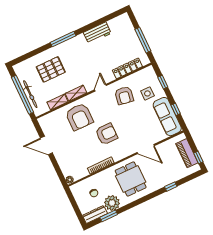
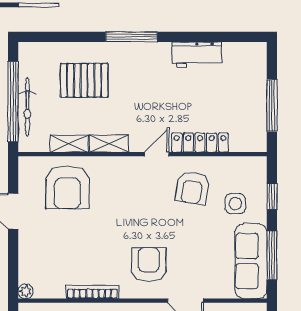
locker: (127, 68) -> (200, 143), moved
window: (176, 109) -> (272, 255), width x2.17
armchair: (79, 117) -> (67, 187), moved
armchair: (106, 134) -> (149, 265), moved, turned -90

